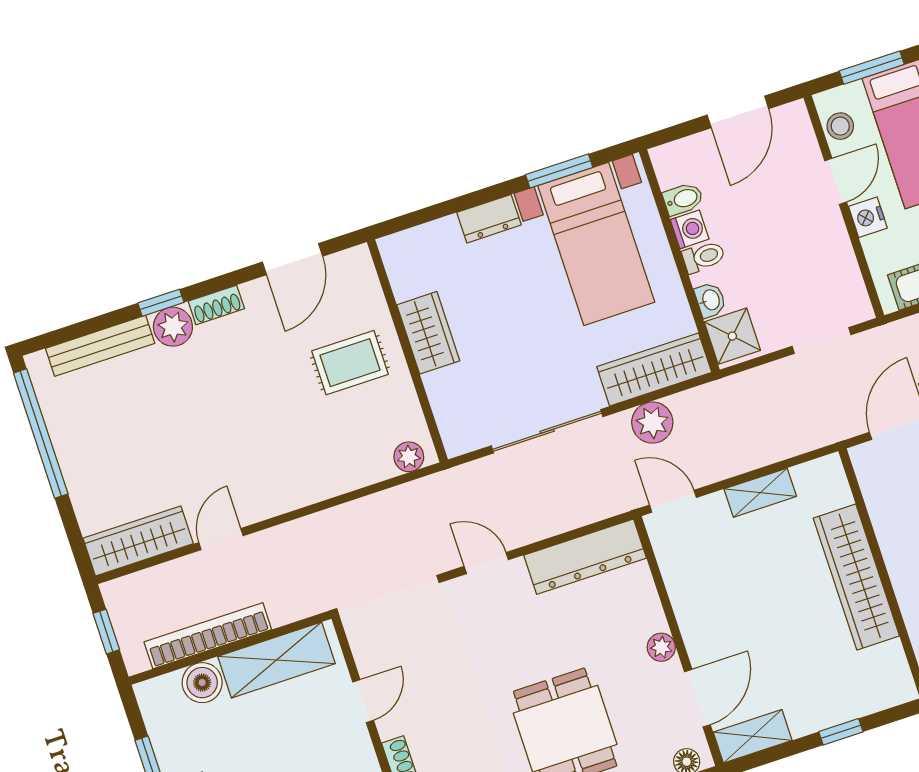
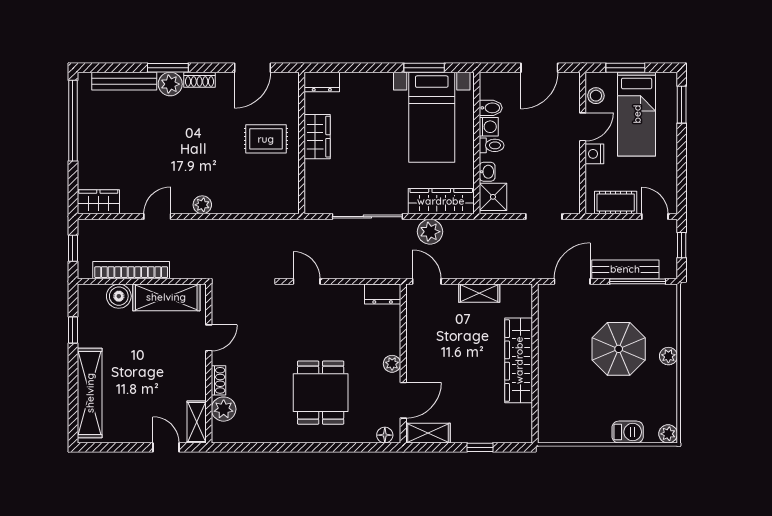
dresser: (489, 219) -> (322, 82), moved
window: (161, 303) -> (168, 68), width x1.50
plant: (409, 457) -> (202, 205), moved
wardrobe: (138, 541) -> (98, 202), width x0.67
dresser: (585, 557) -> (383, 294), width x0.51, depth x0.80

